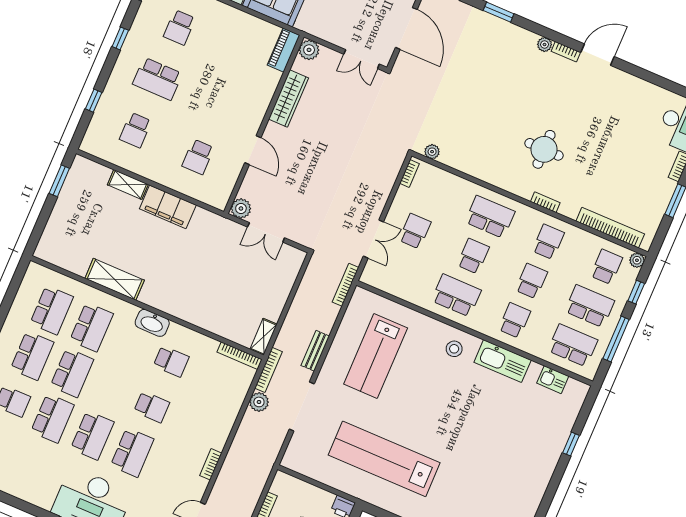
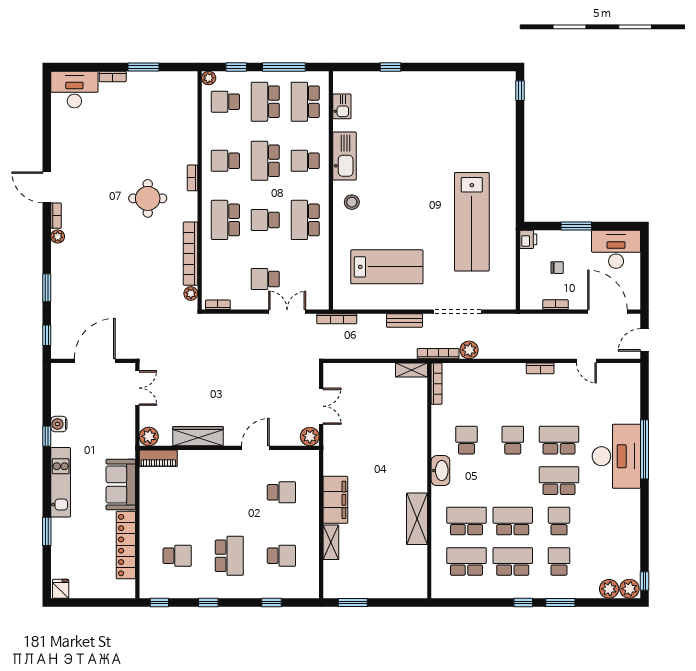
bookcase: (610, 228) -> (191, 254), moved
school desk: (531, 281) -> (265, 161), width x1.85
school desk: (52, 418) -> (559, 521), width x0.54

